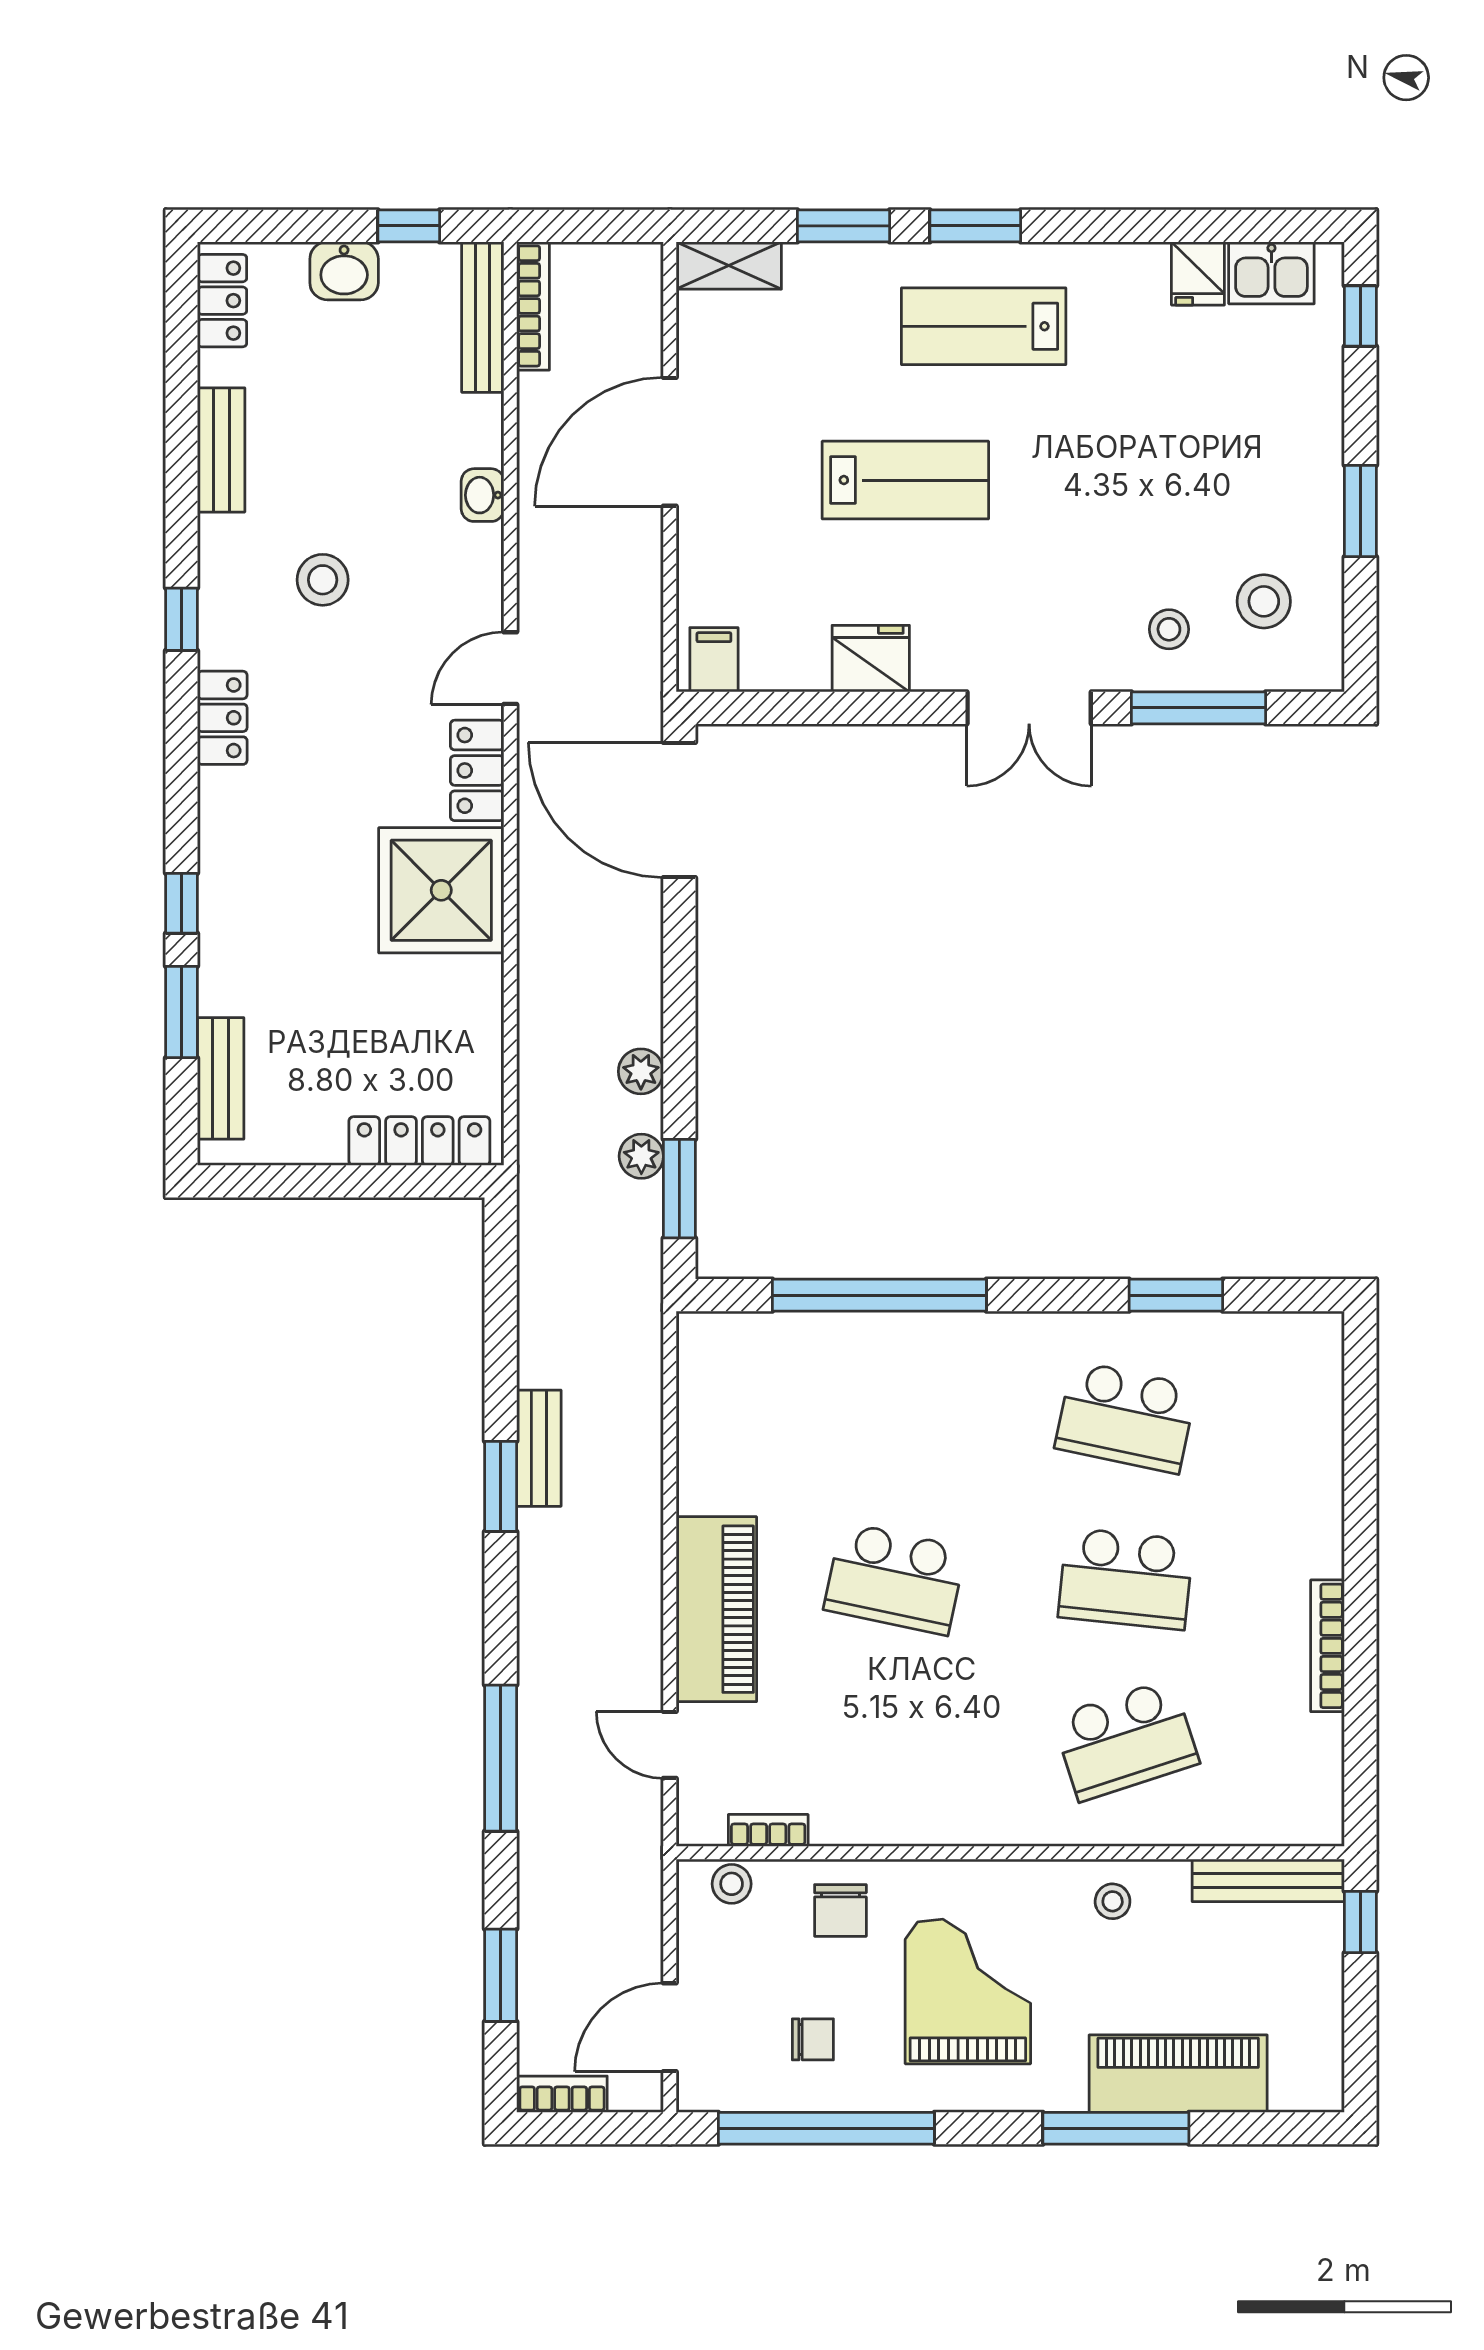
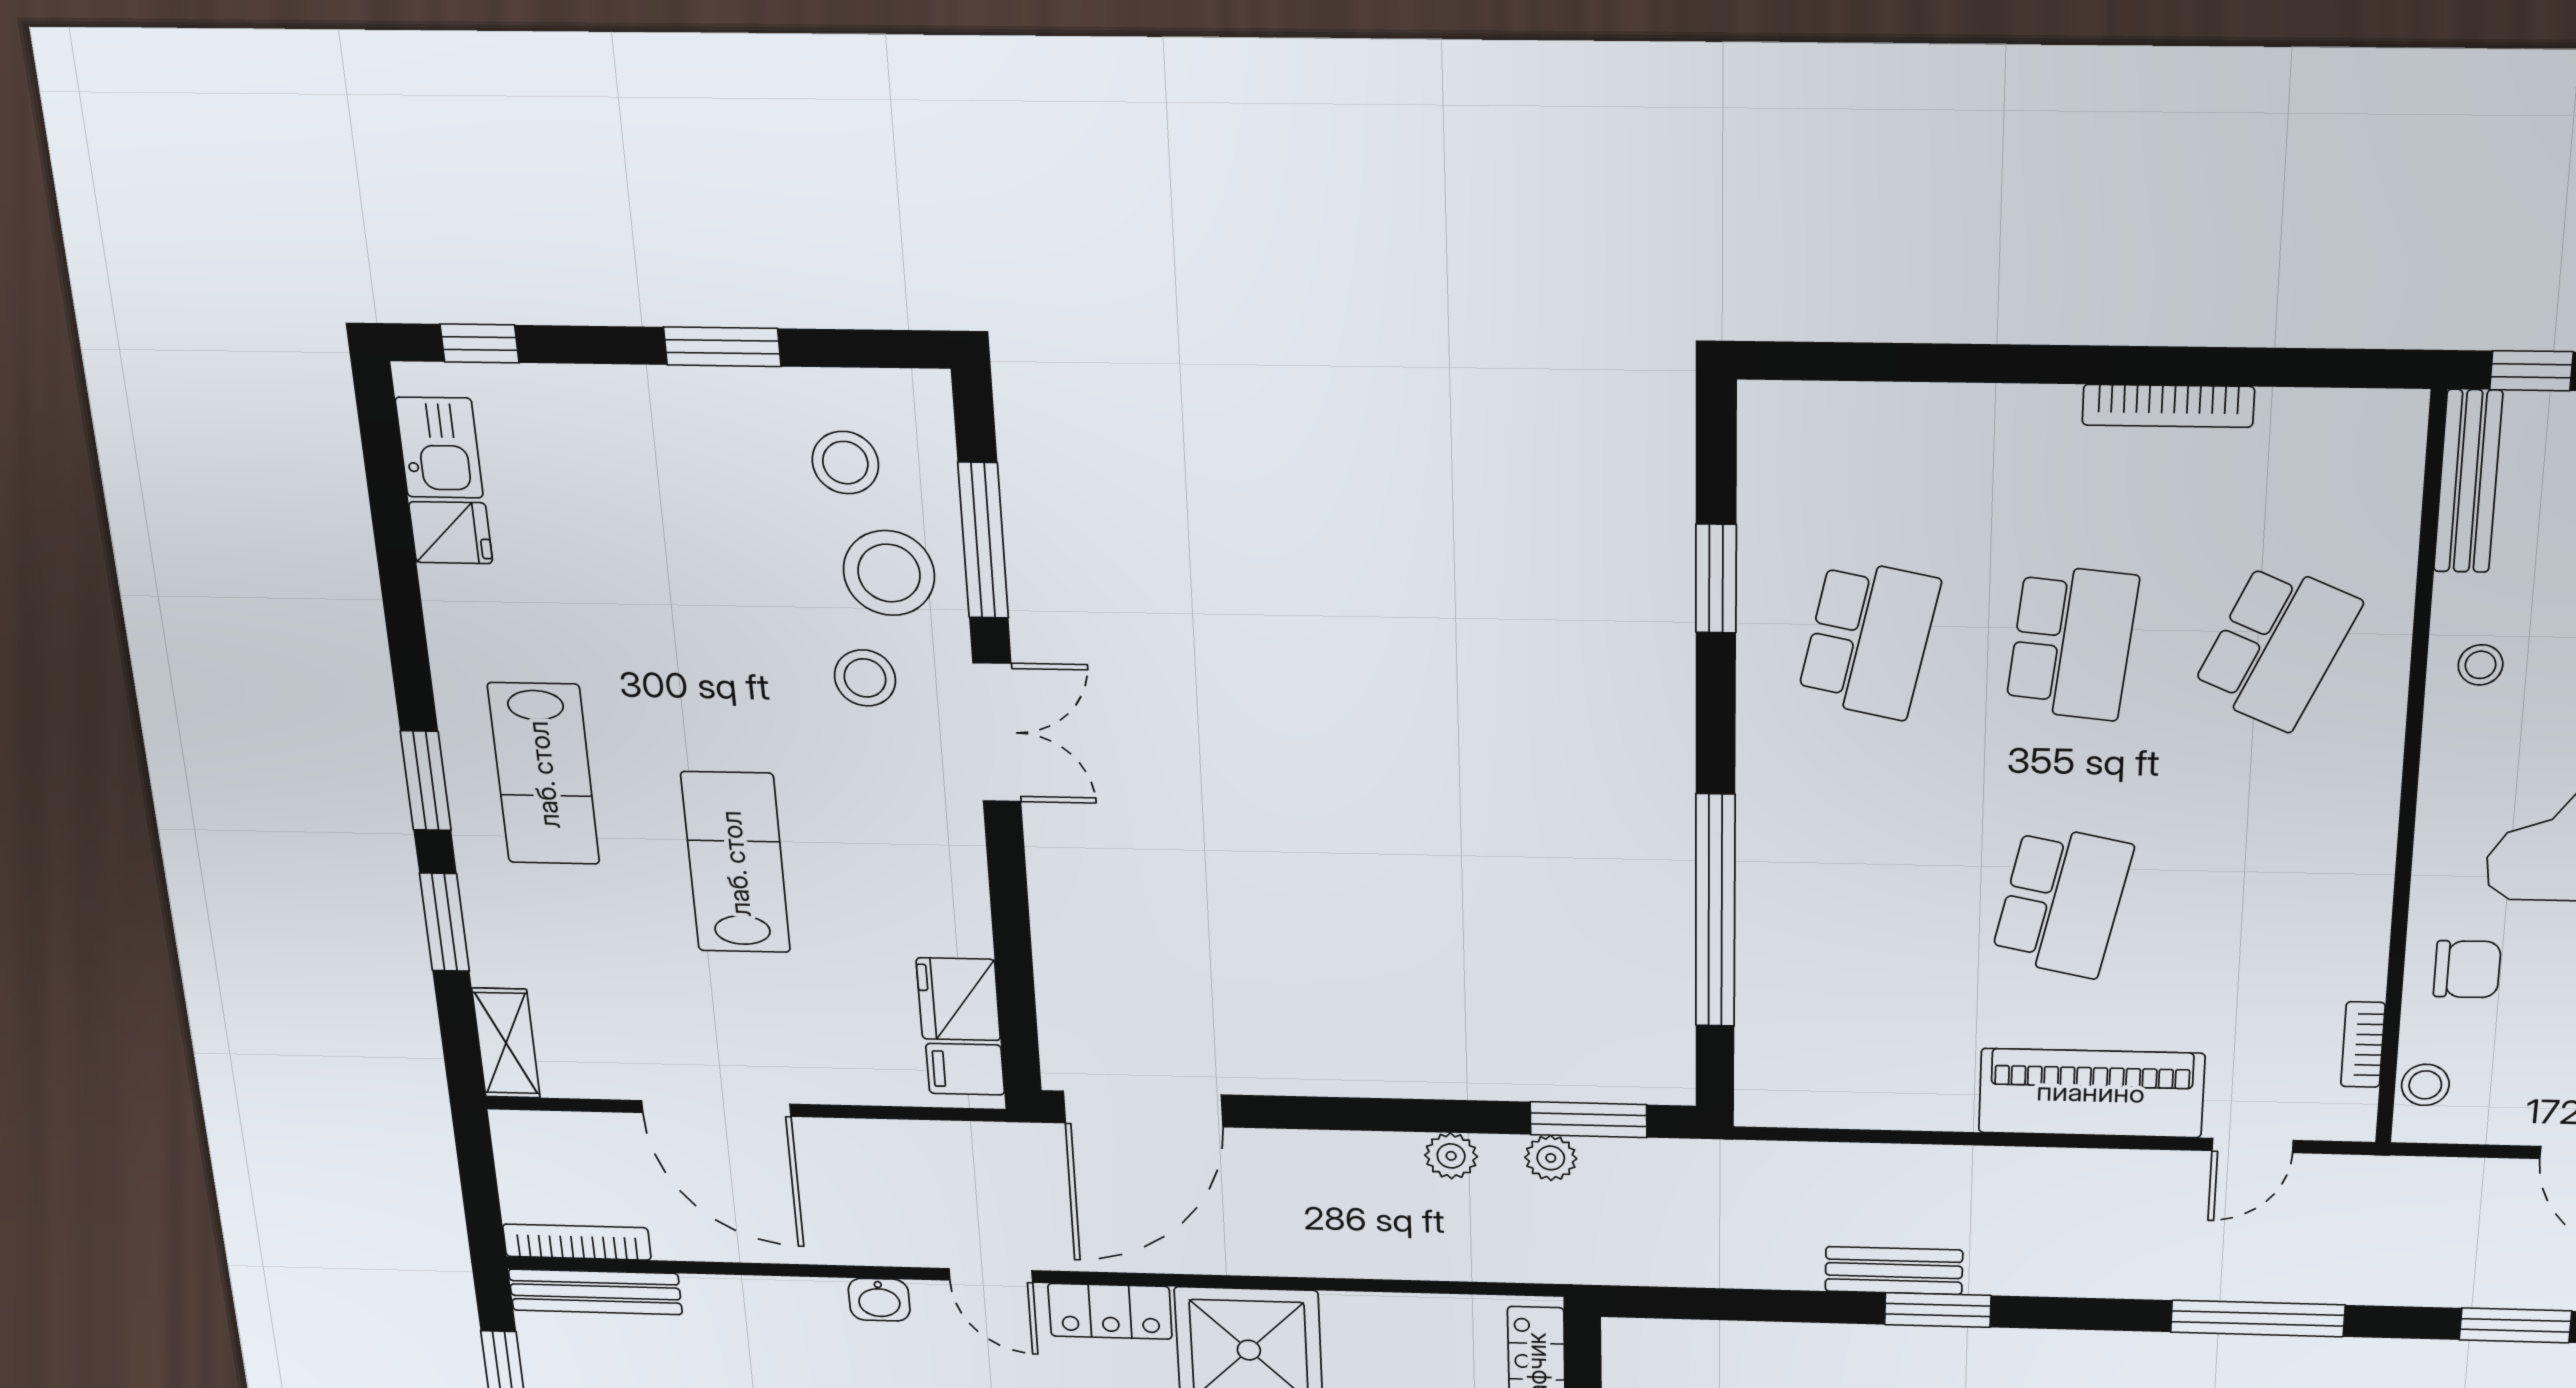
washbasin: (483, 495) -> (879, 1300), moved
stool: (1076, 602) -> (865, 678), added
stool: (1169, 629) -> (889, 573), width x1.89, depth x1.89
fridge: (871, 659) -> (958, 999), moved
school desk: (1126, 1740) -> (2277, 646), turned 42

